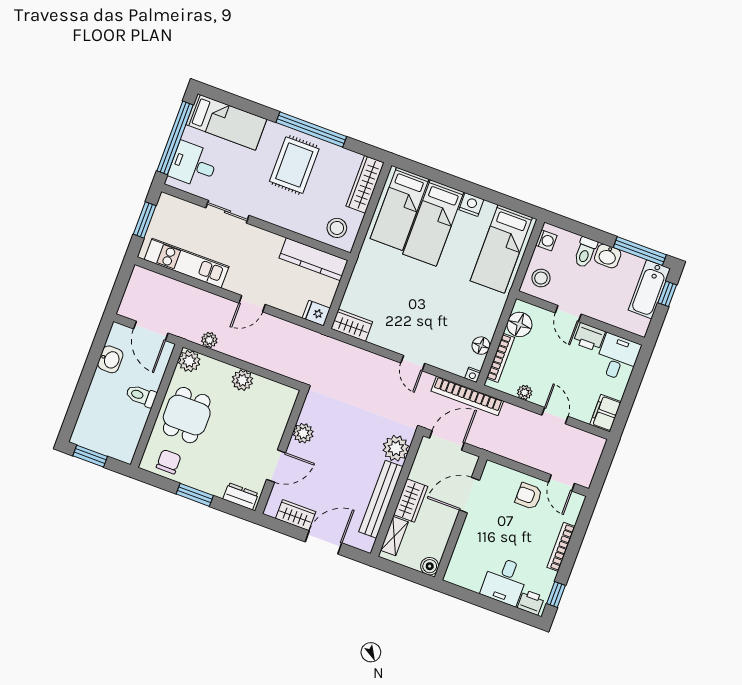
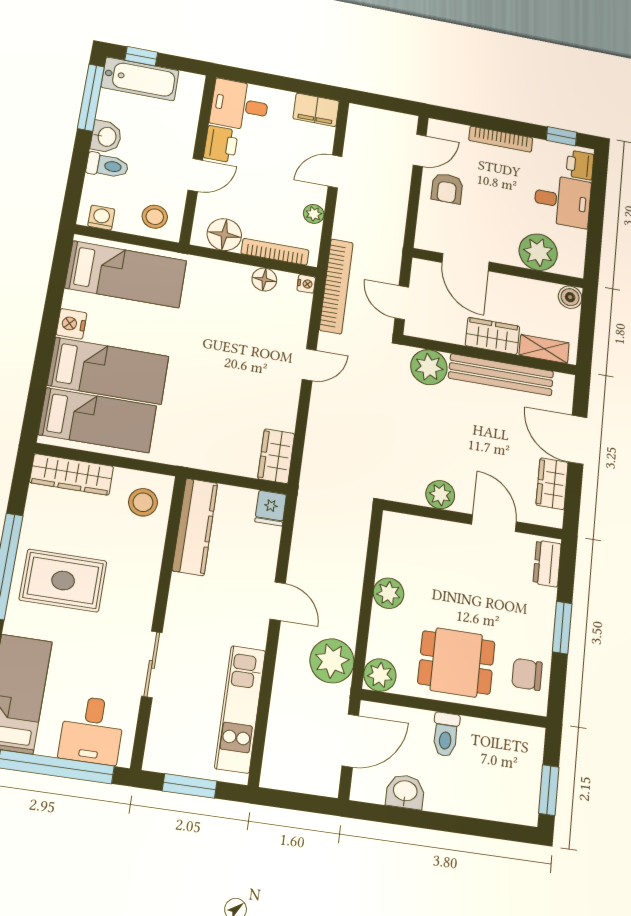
plant: (209, 340) -> (332, 661), width x1.88, depth x1.88
door: (447, 440) -> (402, 303), width x0.73
plant: (468, 552) -> (538, 252), added

